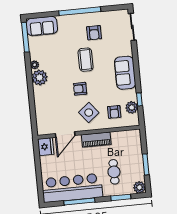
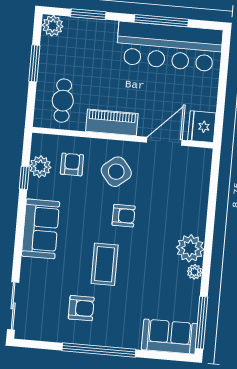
armchair: (94, 33) -> (81, 308), turned 90
cafe table: (114, 172) -> (63, 101), moved

